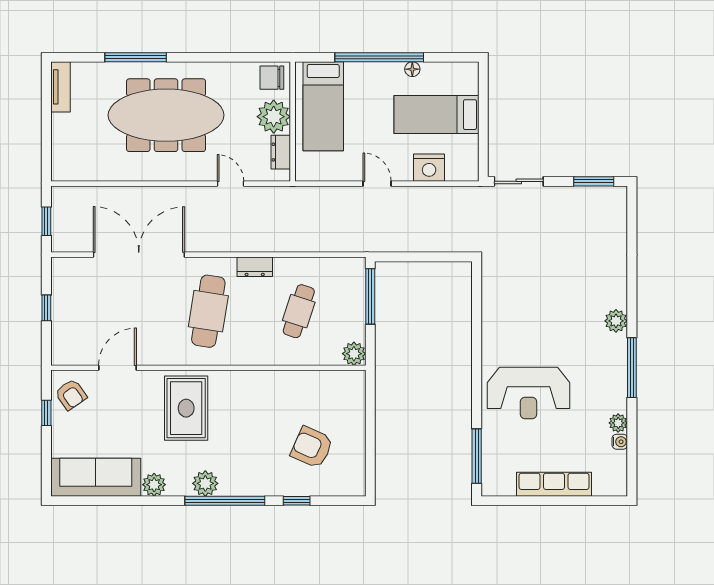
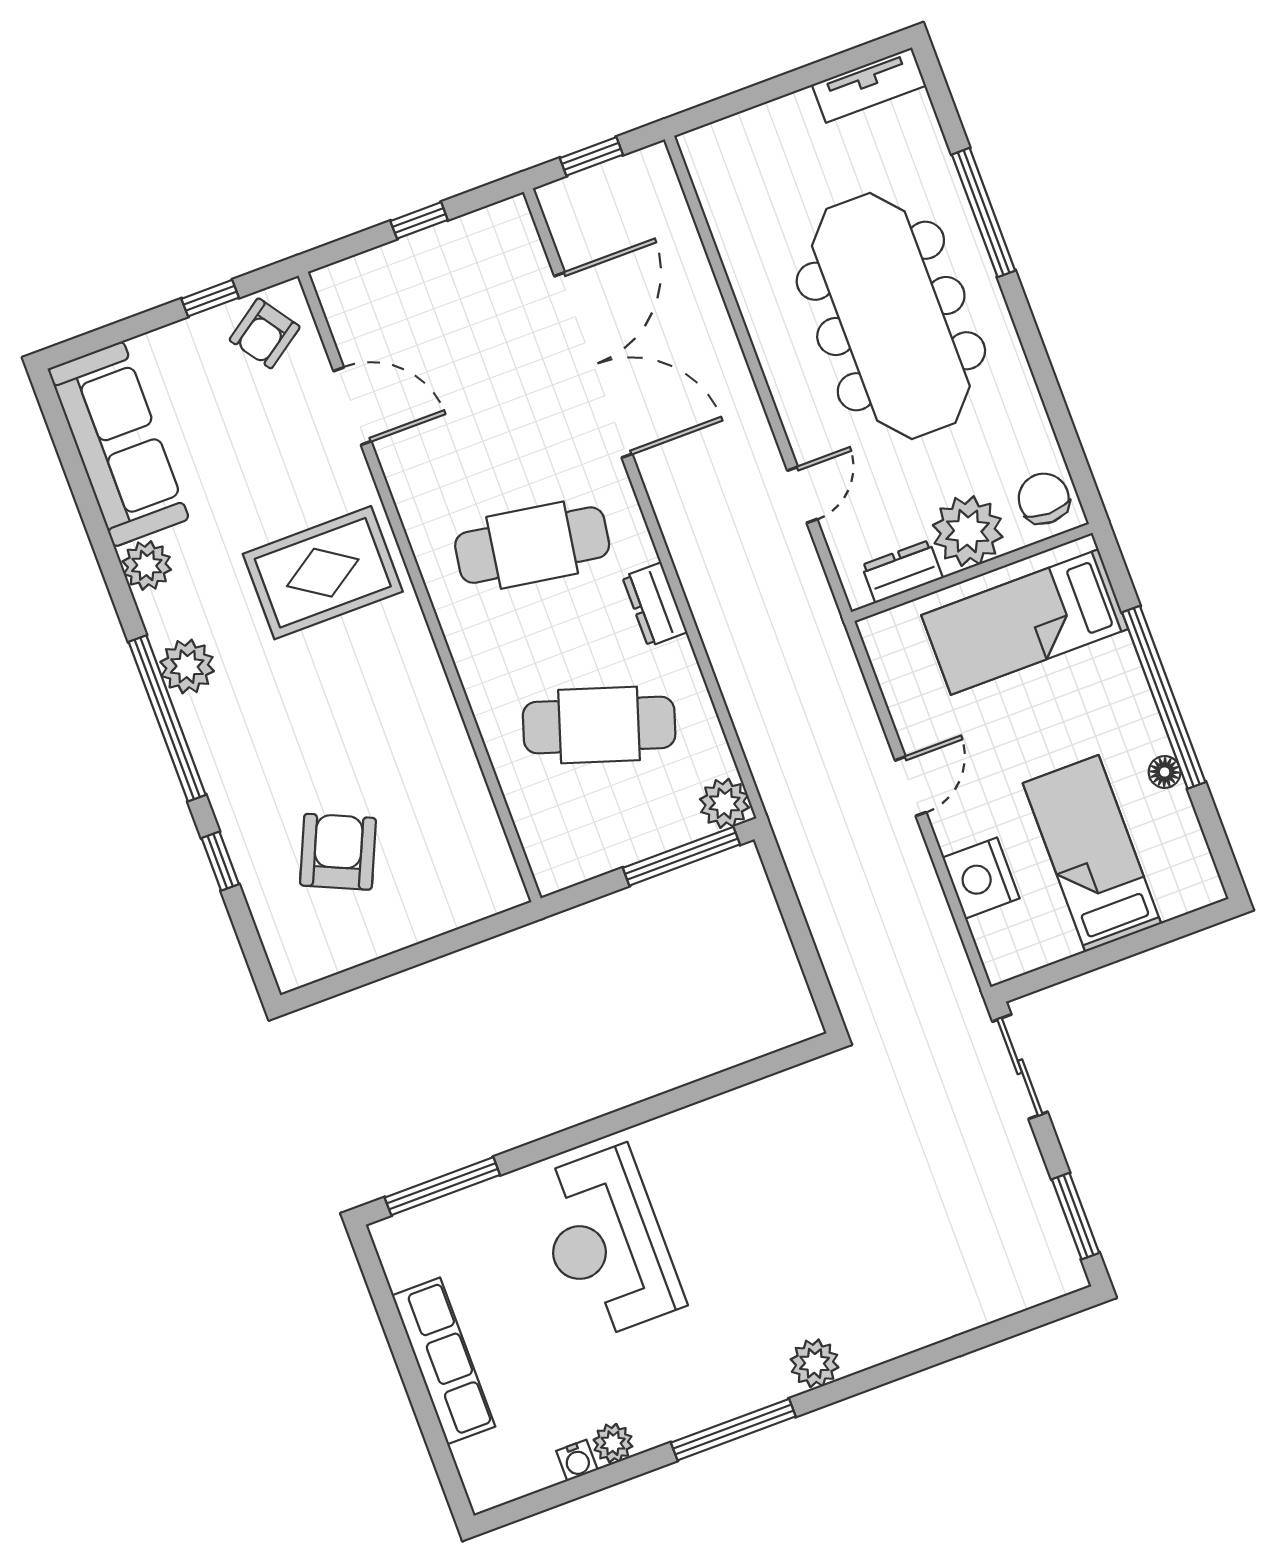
cafe table: (299, 311) -> (599, 725), width x1.37, depth x1.35
plant: (354, 354) -> (725, 803), moved

